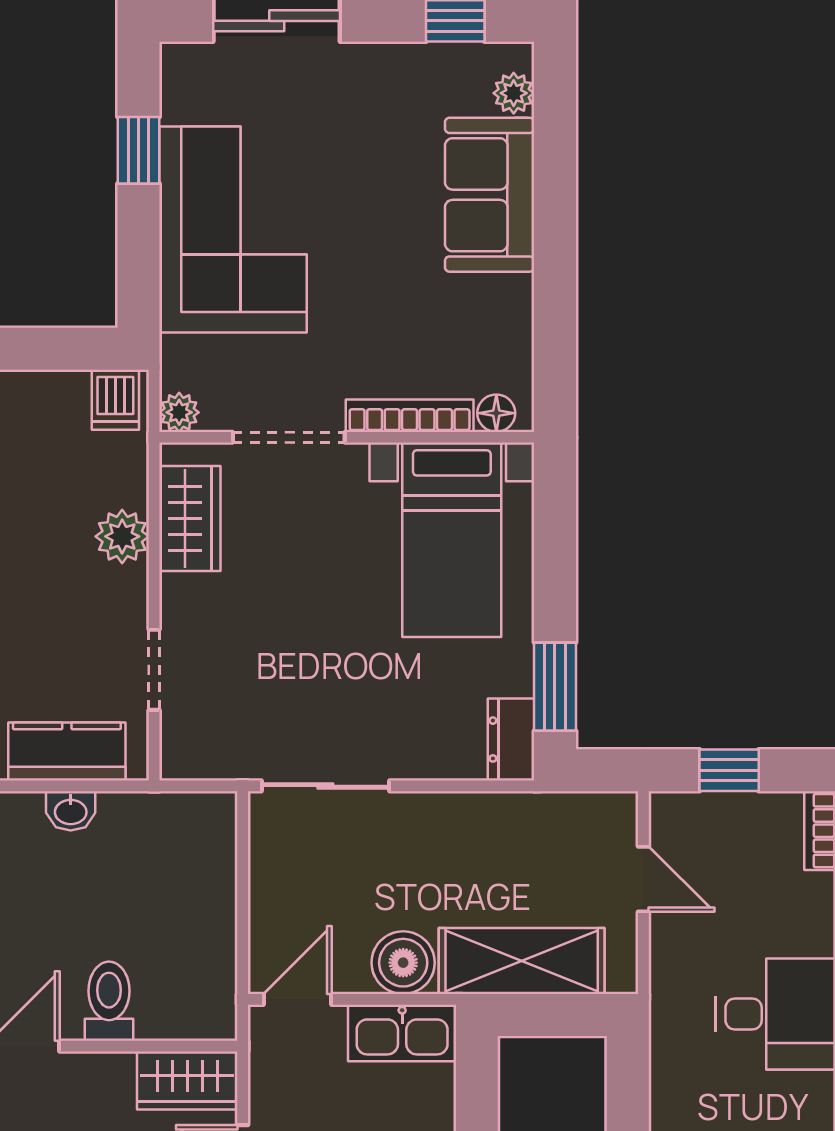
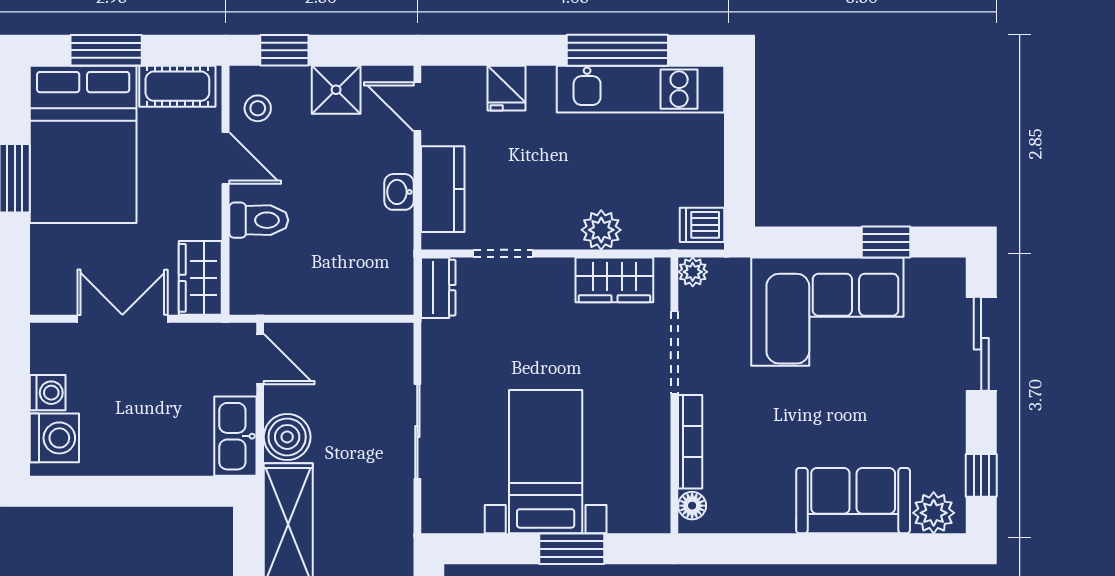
plant: (514, 93) -> (934, 513), width x1.38, depth x1.38
bed with nightstands: (452, 540) -> (546, 462), moved, turned 90
window: (555, 687) -> (572, 549), moved
dresser: (511, 740) -> (438, 288), moved, turned 90
sliding door: (325, 786) -> (417, 431), moved

